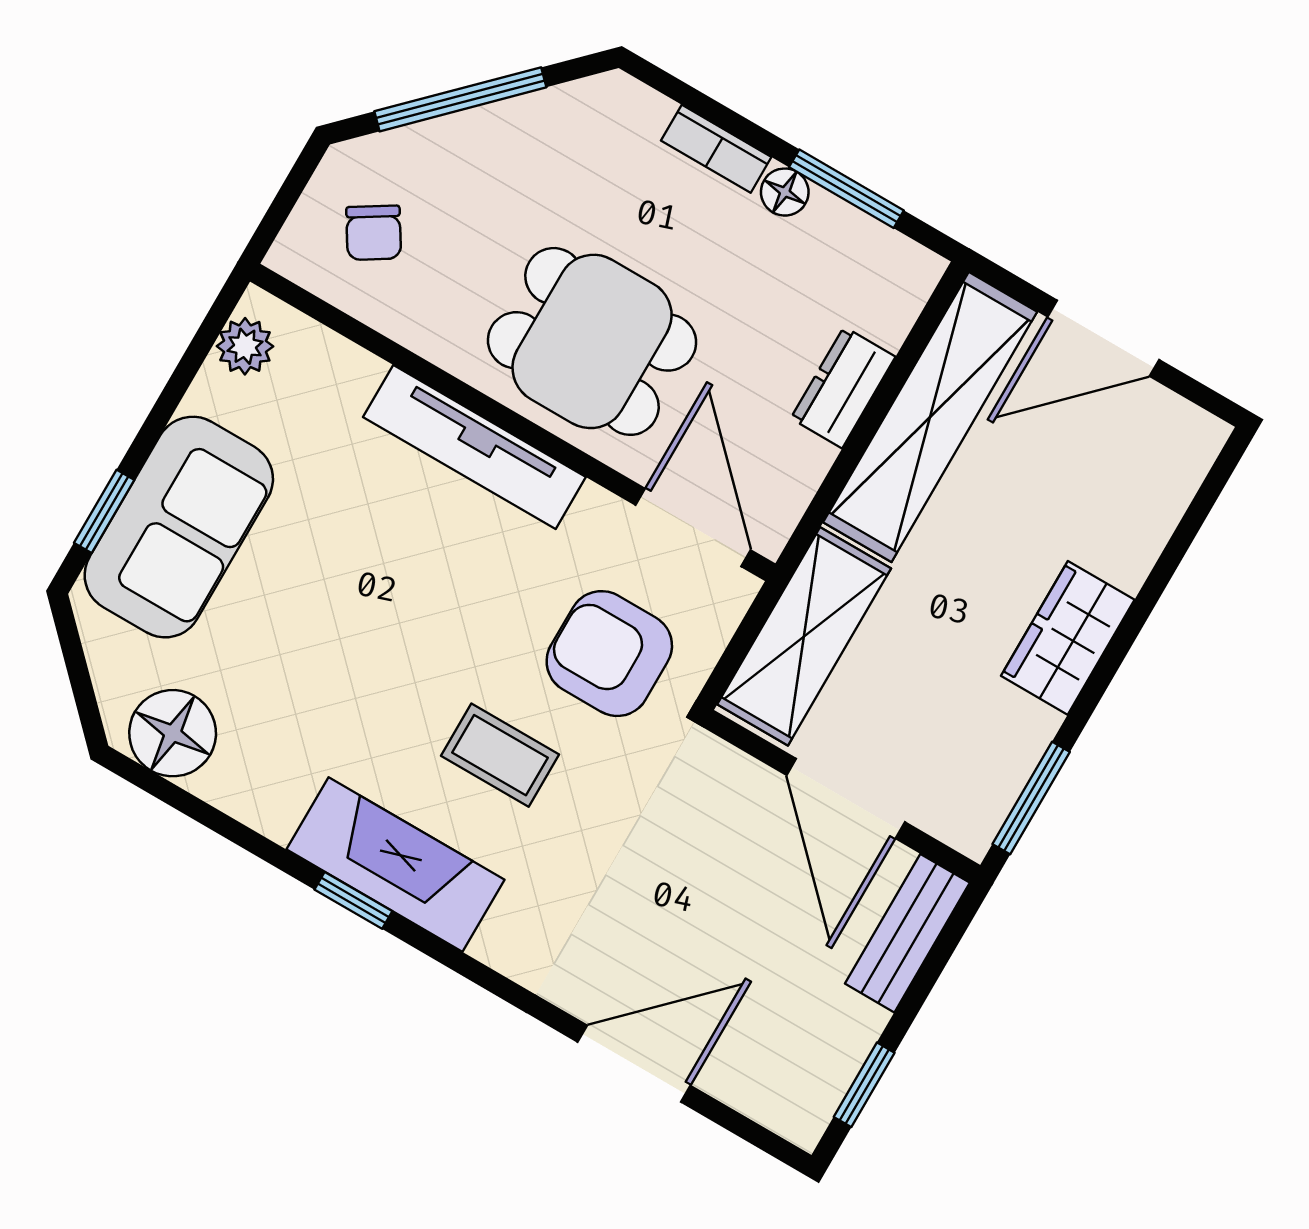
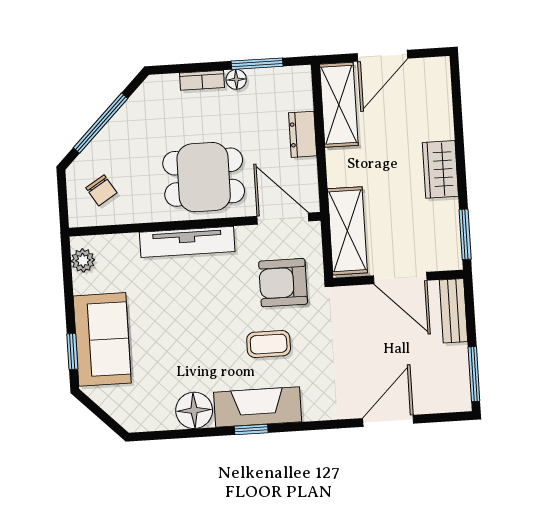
shelving: (930, 417) -> (339, 105), width x0.68
floor lamp: (173, 733) -> (194, 410), moved
window: (864, 1085) -> (474, 374), width x1.50

